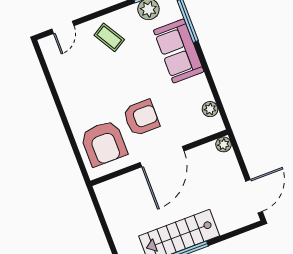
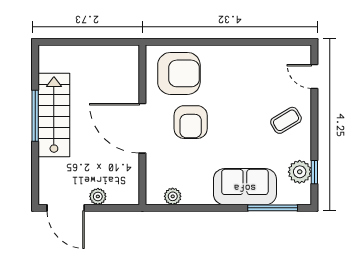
armchair: (104, 143) -> (179, 73), turned 180
plant: (223, 144) -> (98, 196), moved

